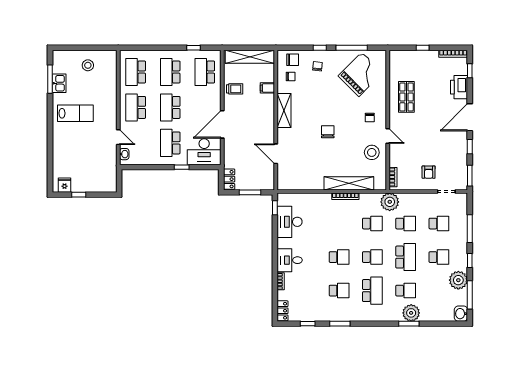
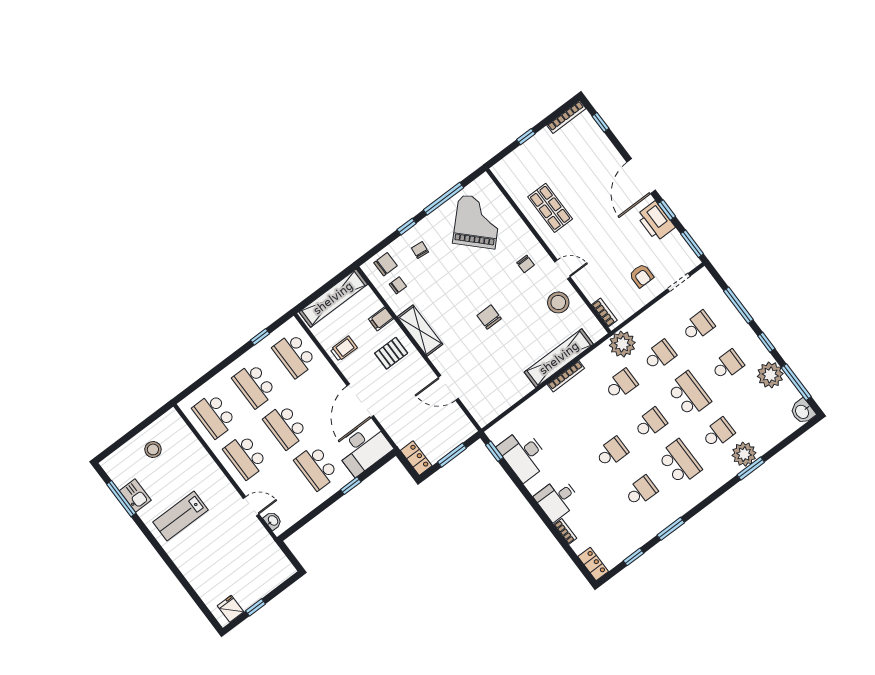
printer: (459, 87) -> (656, 221), moved
pallet: (259, 111) -> (391, 353), added
lab bench: (75, 113) -> (181, 516), turned 180

